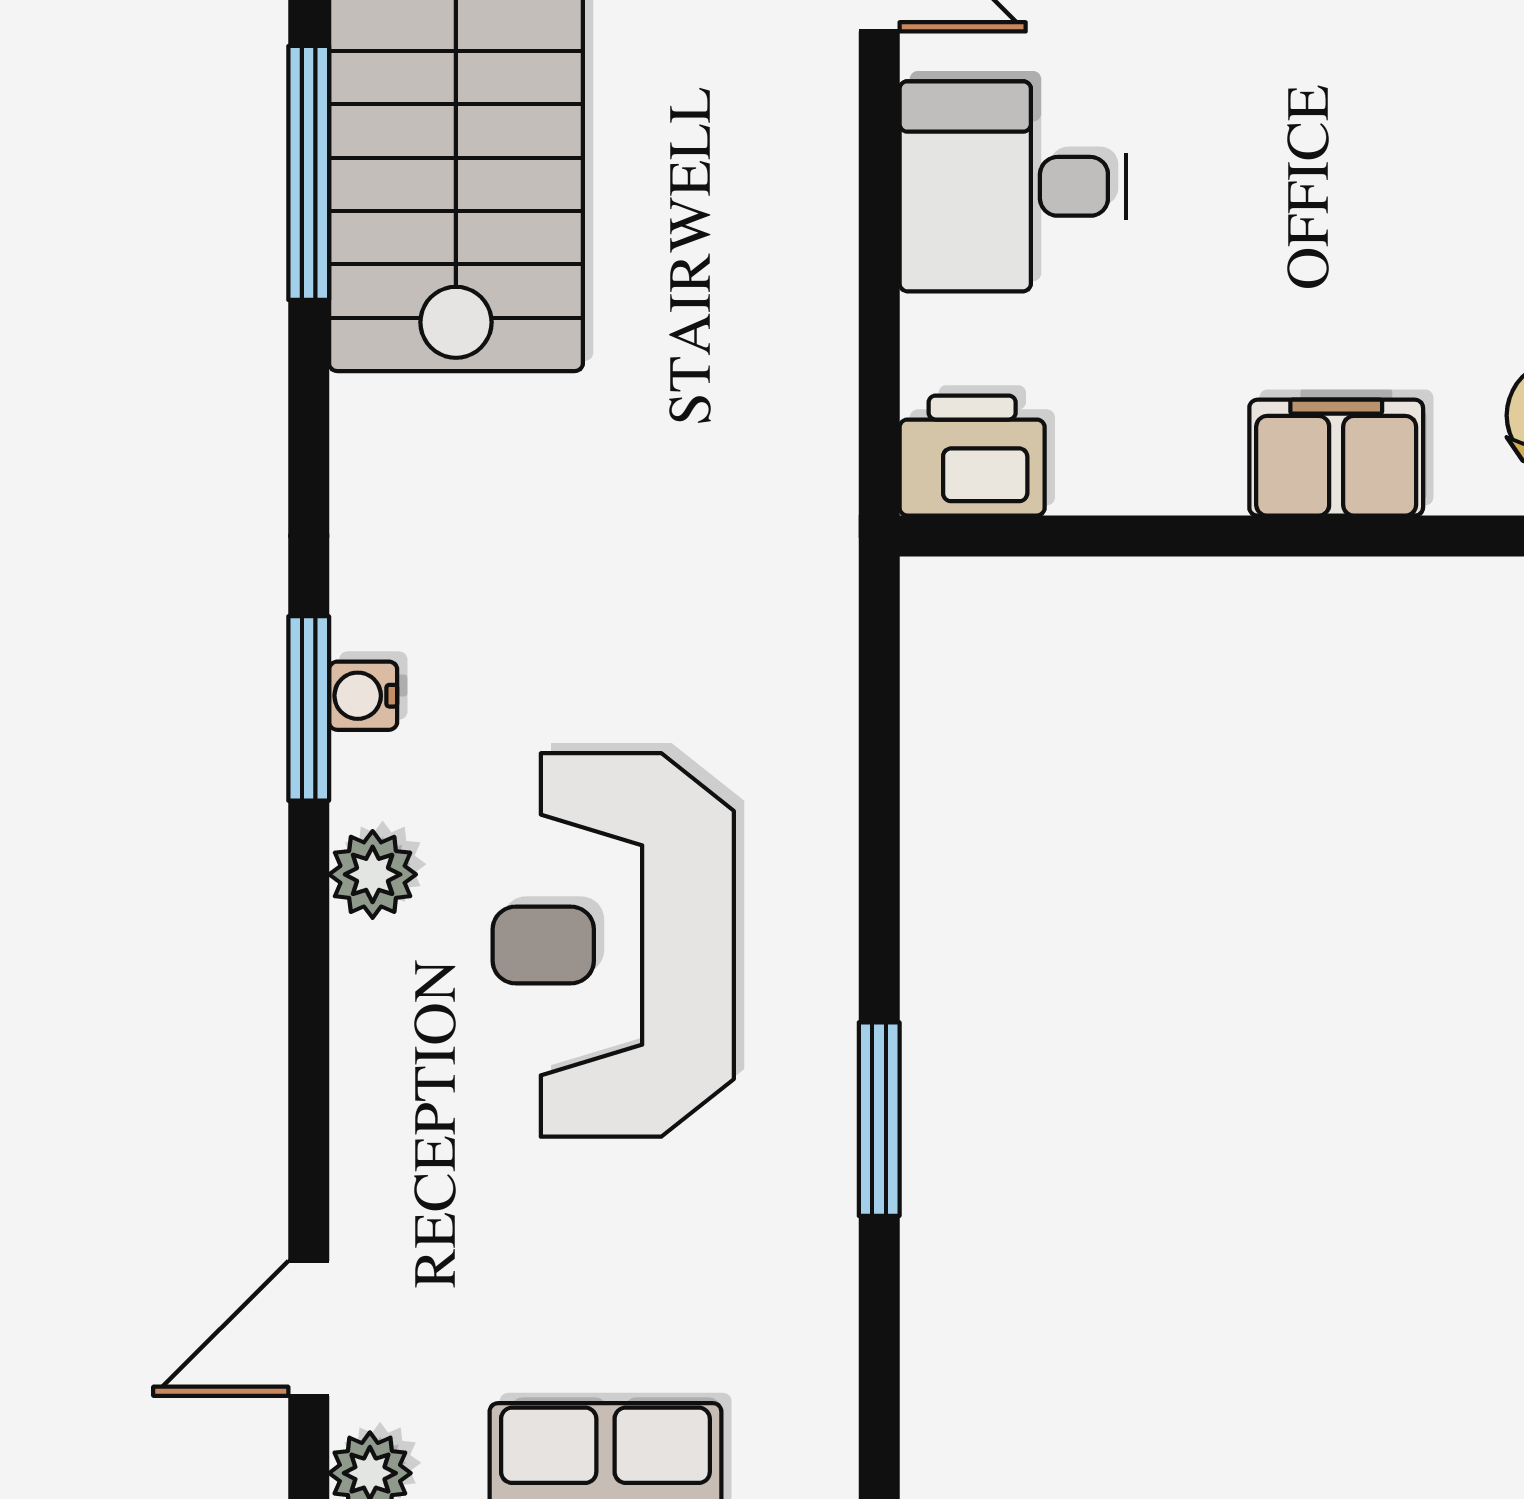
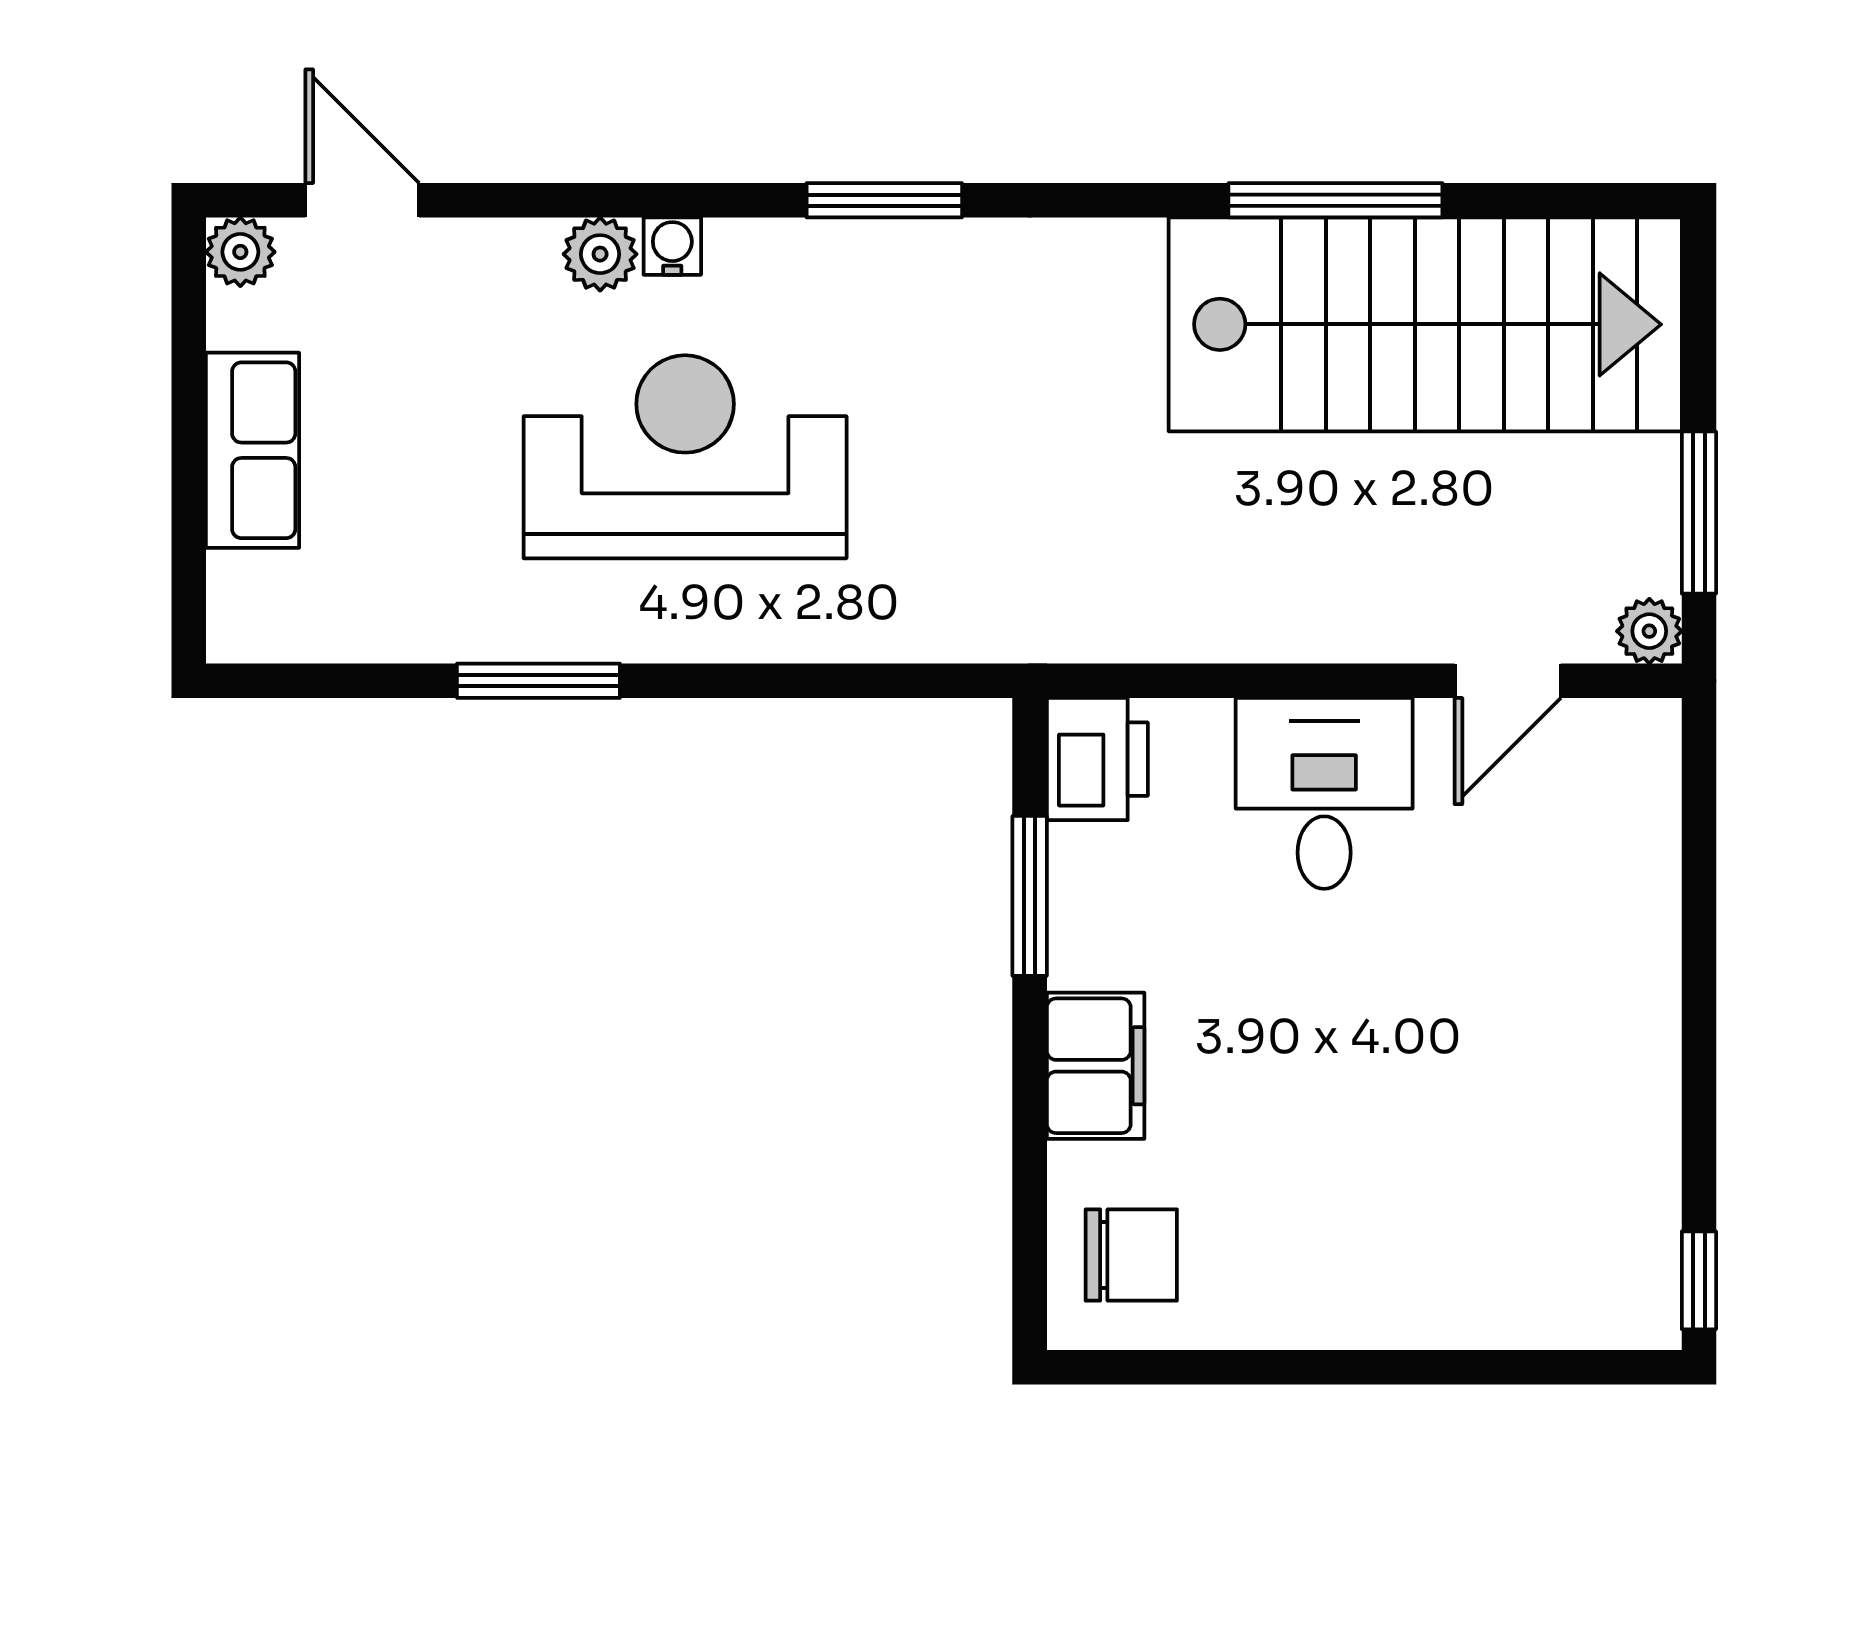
window: (1135, 536) -> (1030, 896), added
water cooler: (363, 696) -> (672, 246), moved
plant: (373, 874) -> (600, 254), moved

